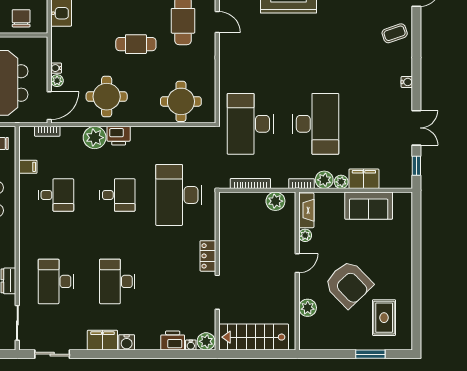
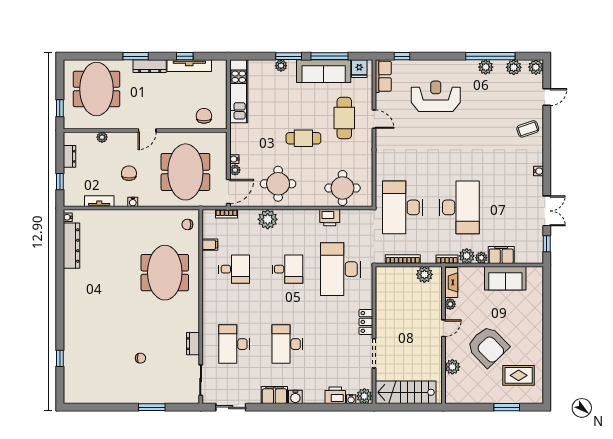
printer: (119, 136) -> (330, 218), moved
rug: (384, 318) -> (519, 375), turned 90

